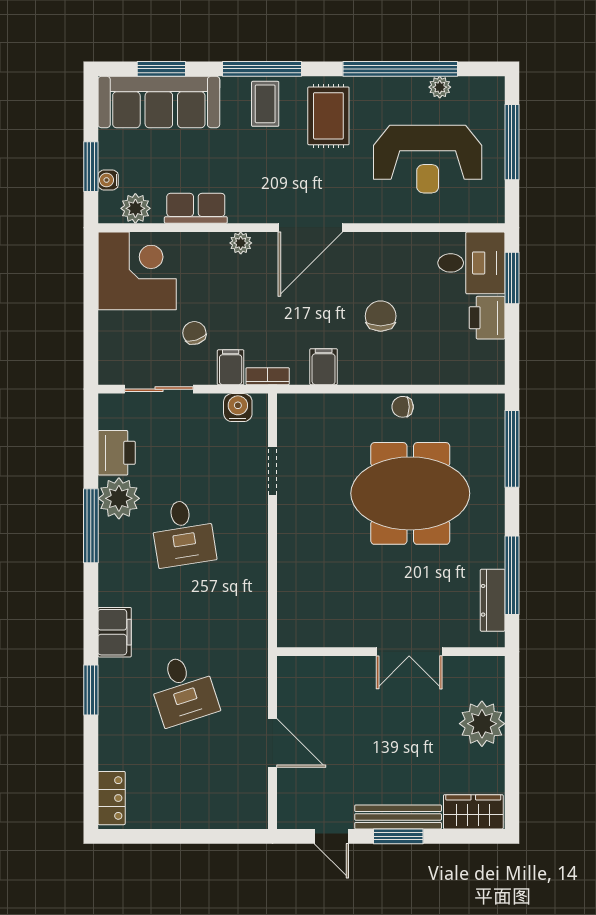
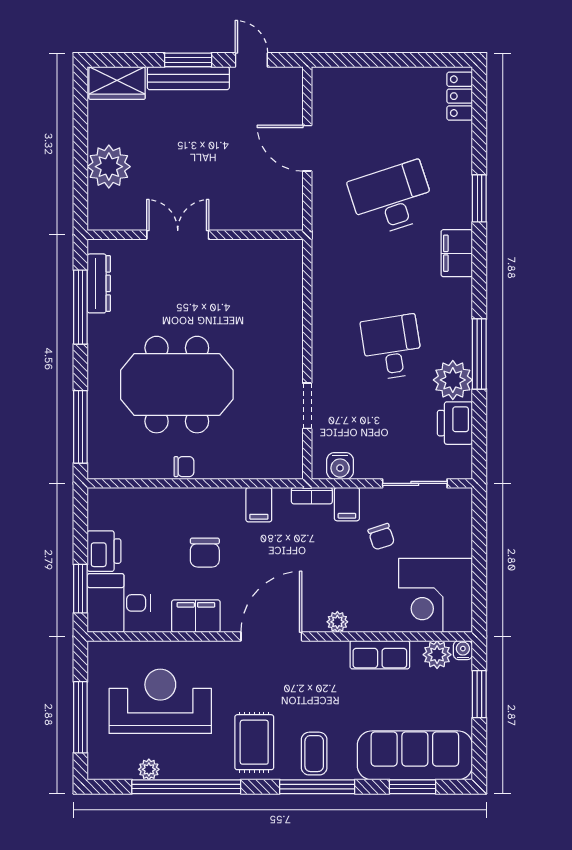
water cooler: (108, 180) -> (463, 650), moved, turned -90
filing cabinet: (390, 249) -> (196, 616), added
desk: (183, 690) -> (392, 199), width x1.37

